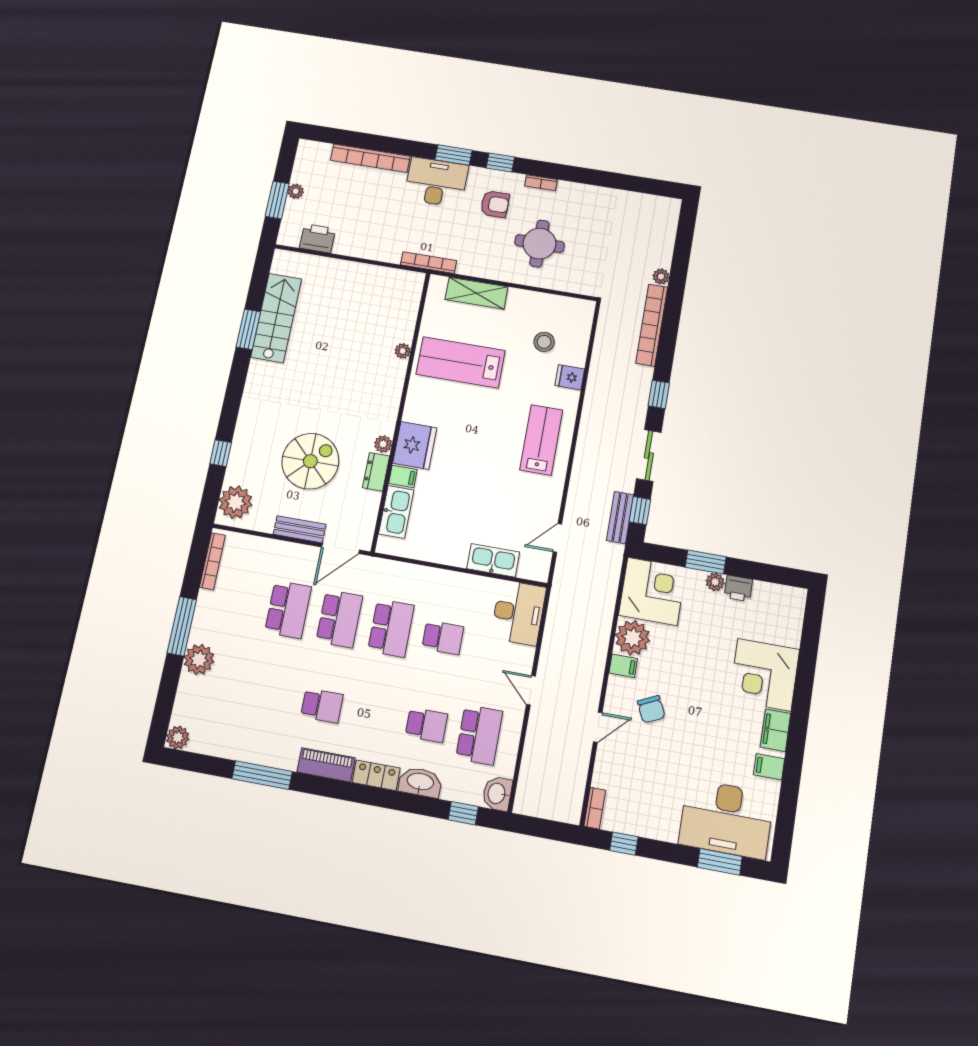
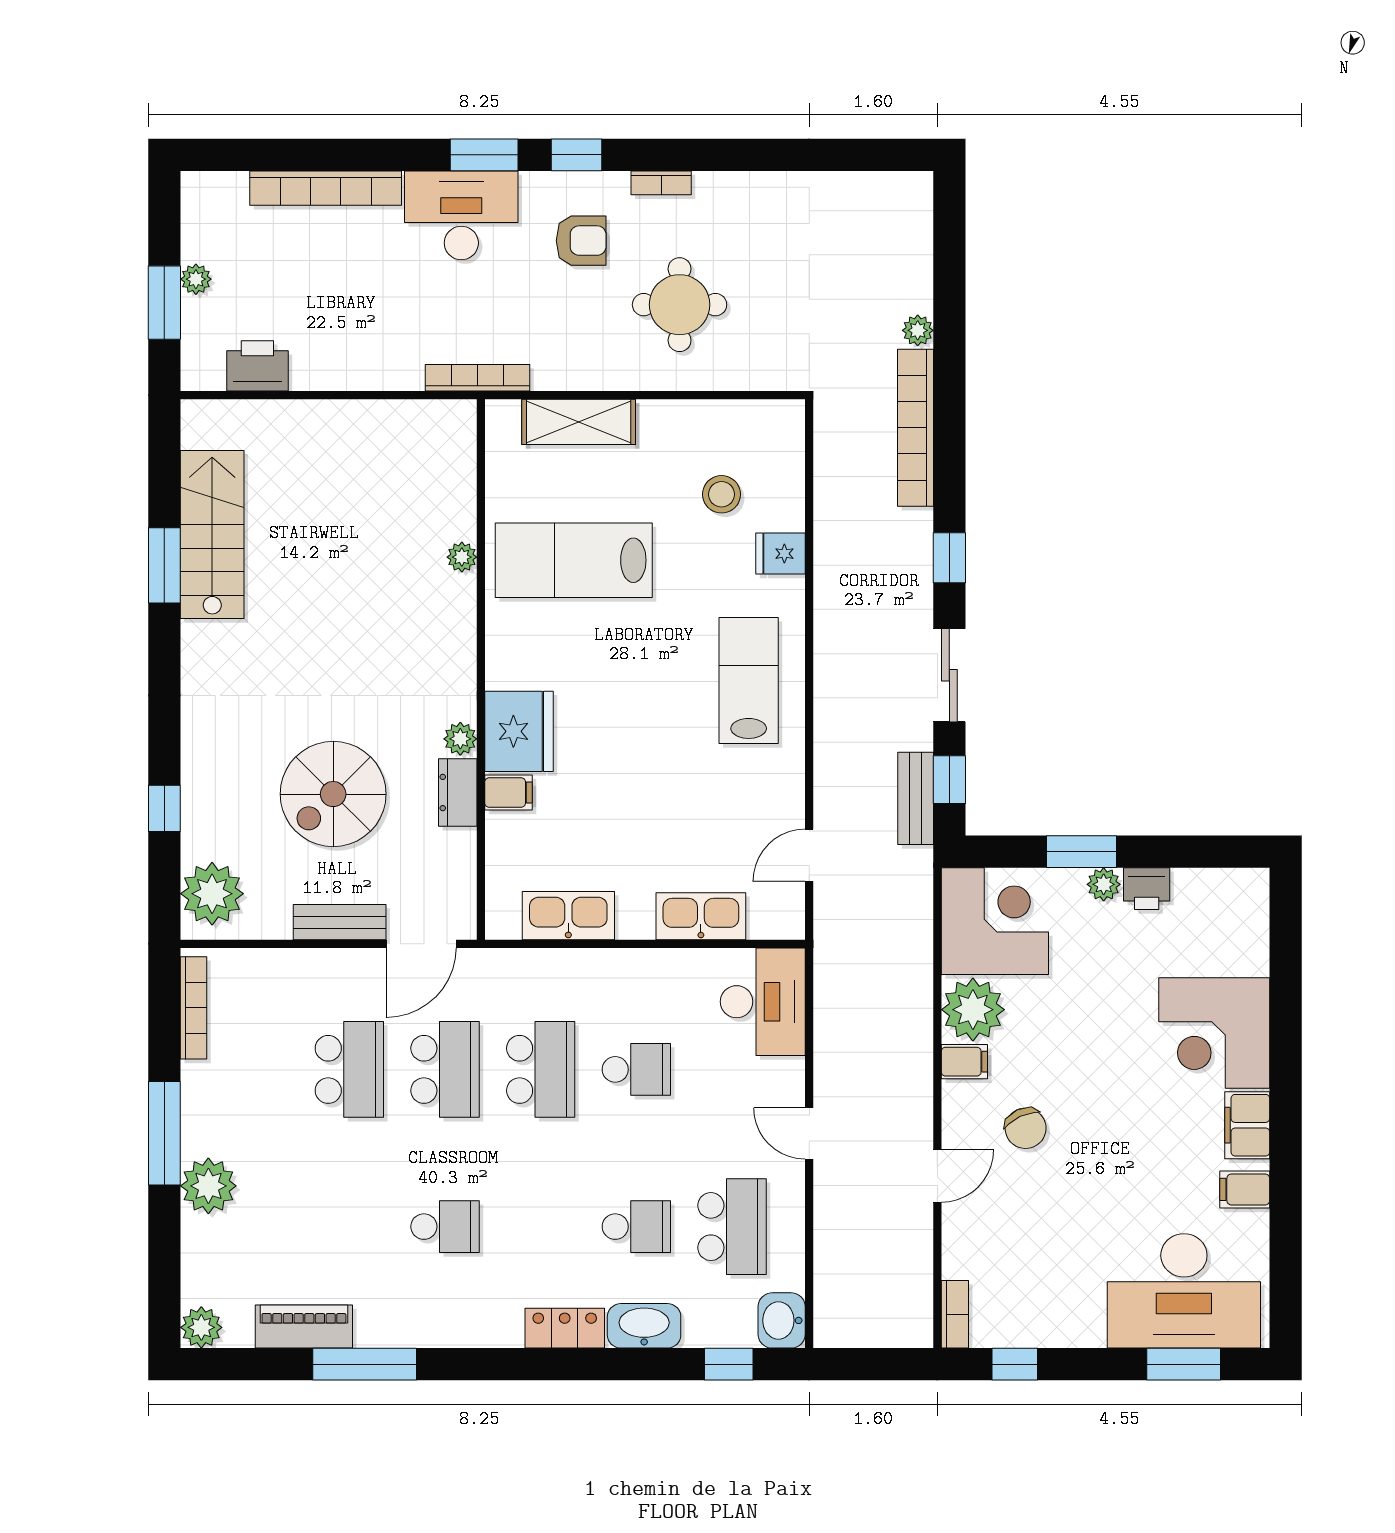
spiral stairs: (310, 461) -> (333, 794), turned 180
kitchen sink: (396, 512) -> (568, 916), moved, turned -90
piano: (326, 765) -> (304, 1327), moved

